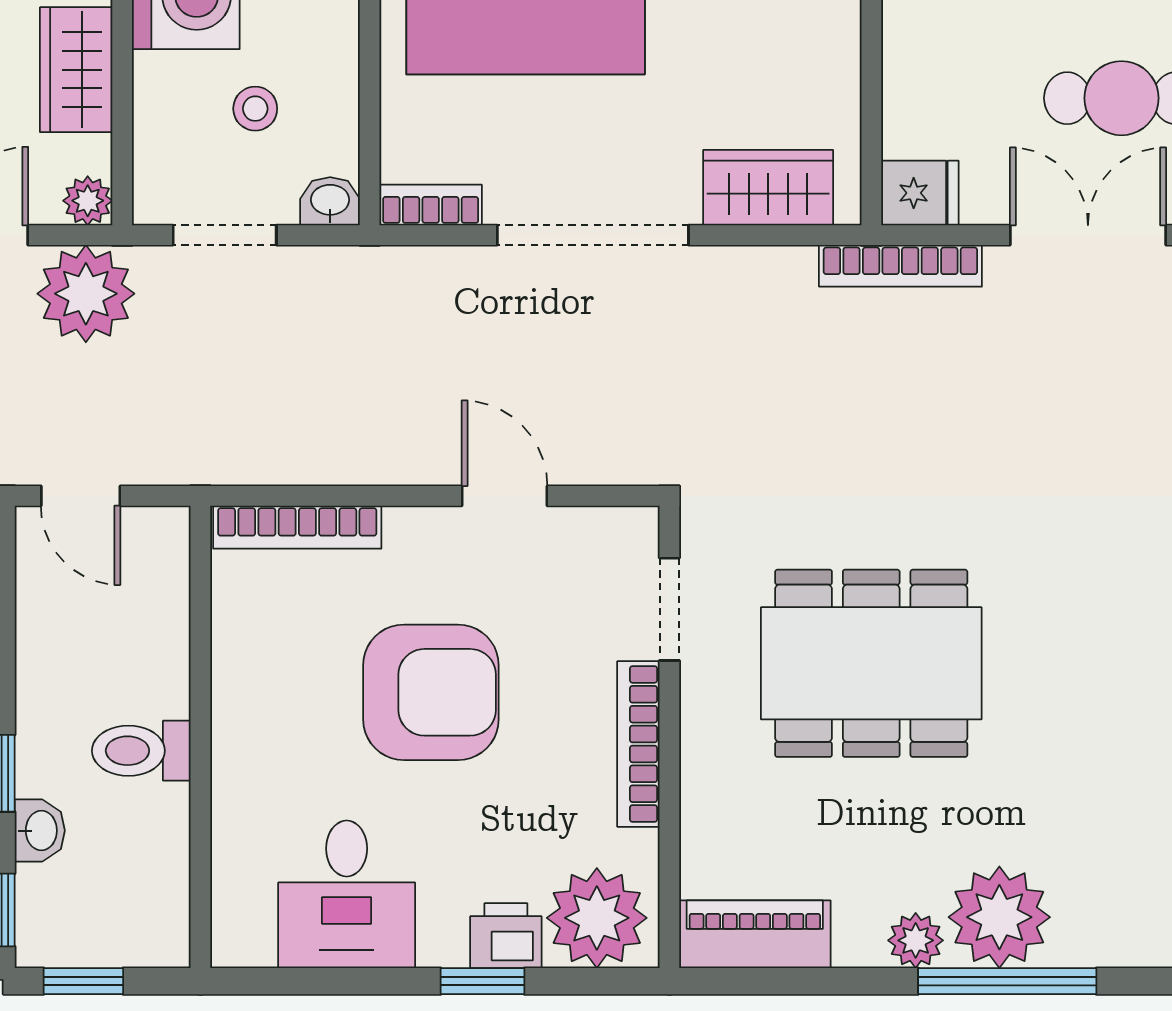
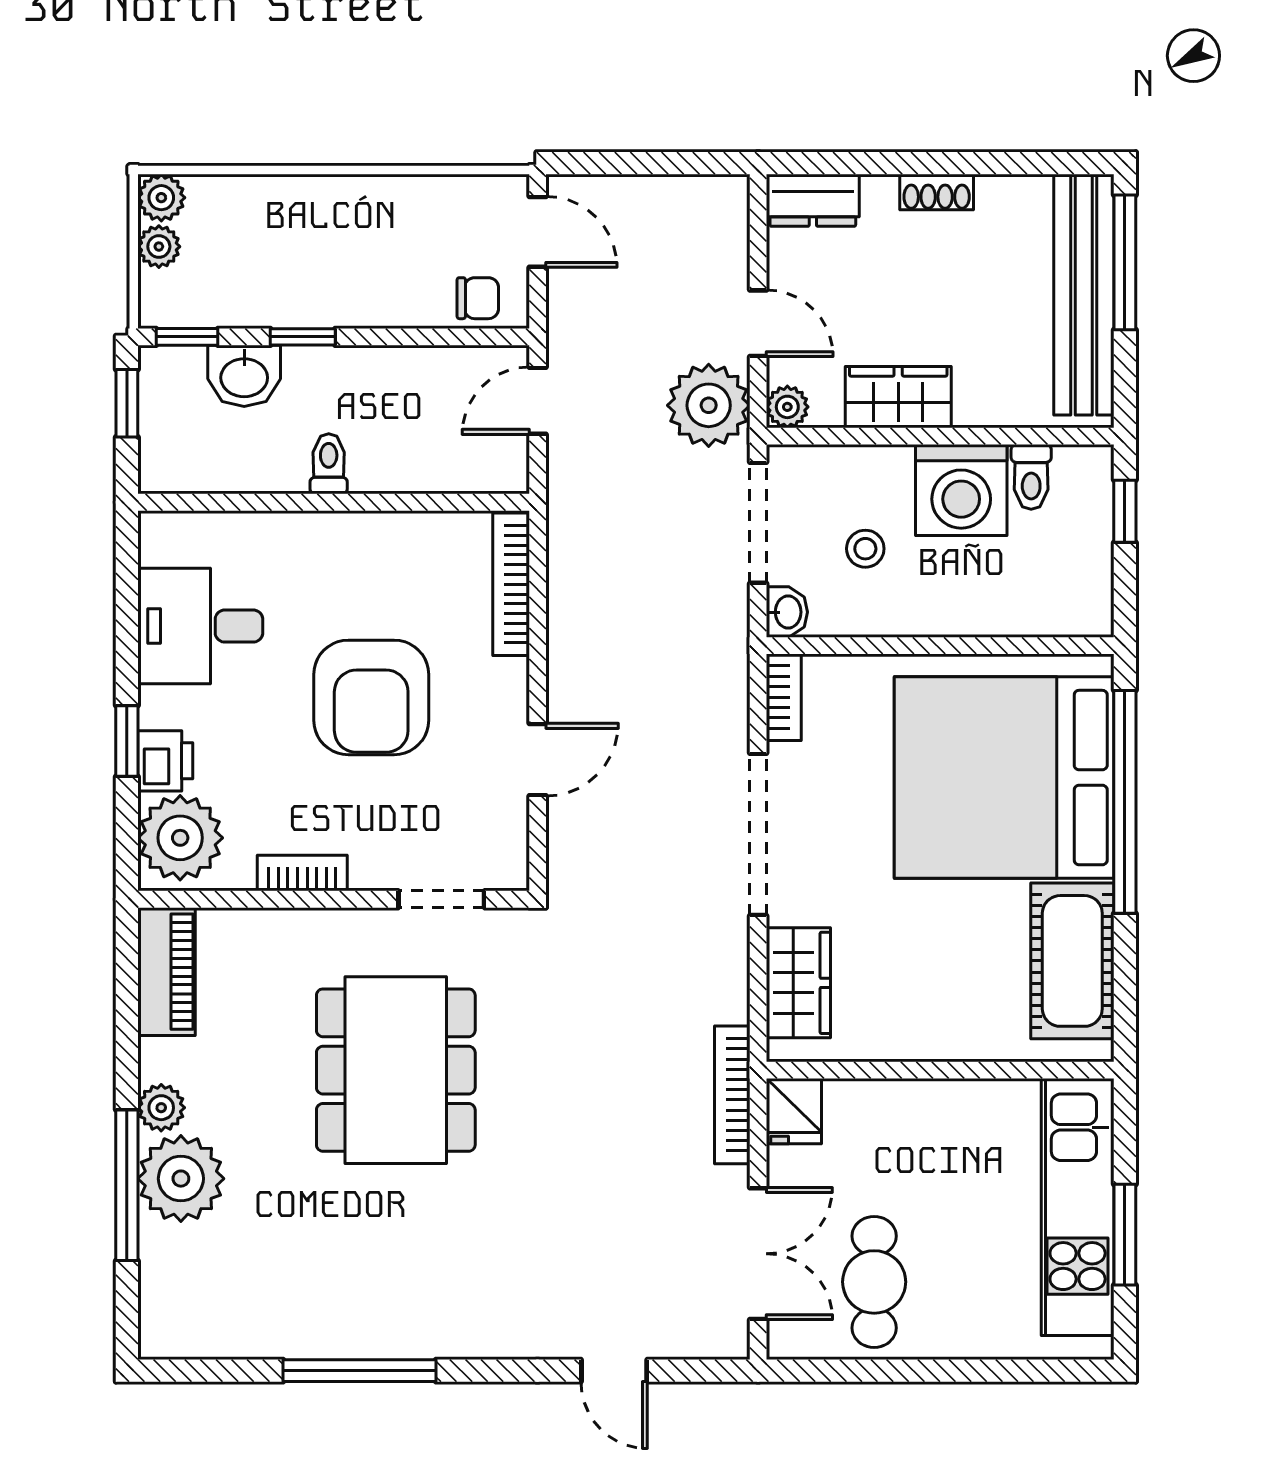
doorway: (225, 235) -> (758, 523), width x1.38
bookcase: (638, 744) -> (302, 873), width x0.64
toilet: (141, 751) -> (329, 464), width x0.73, depth x0.72
washbasin: (40, 831) -> (244, 376), width x1.38, depth x1.45

